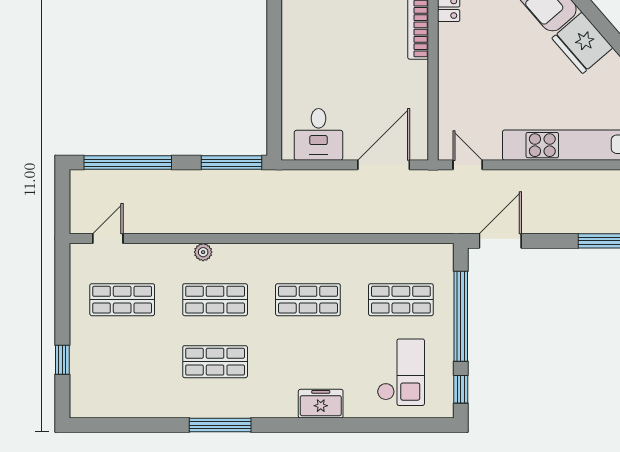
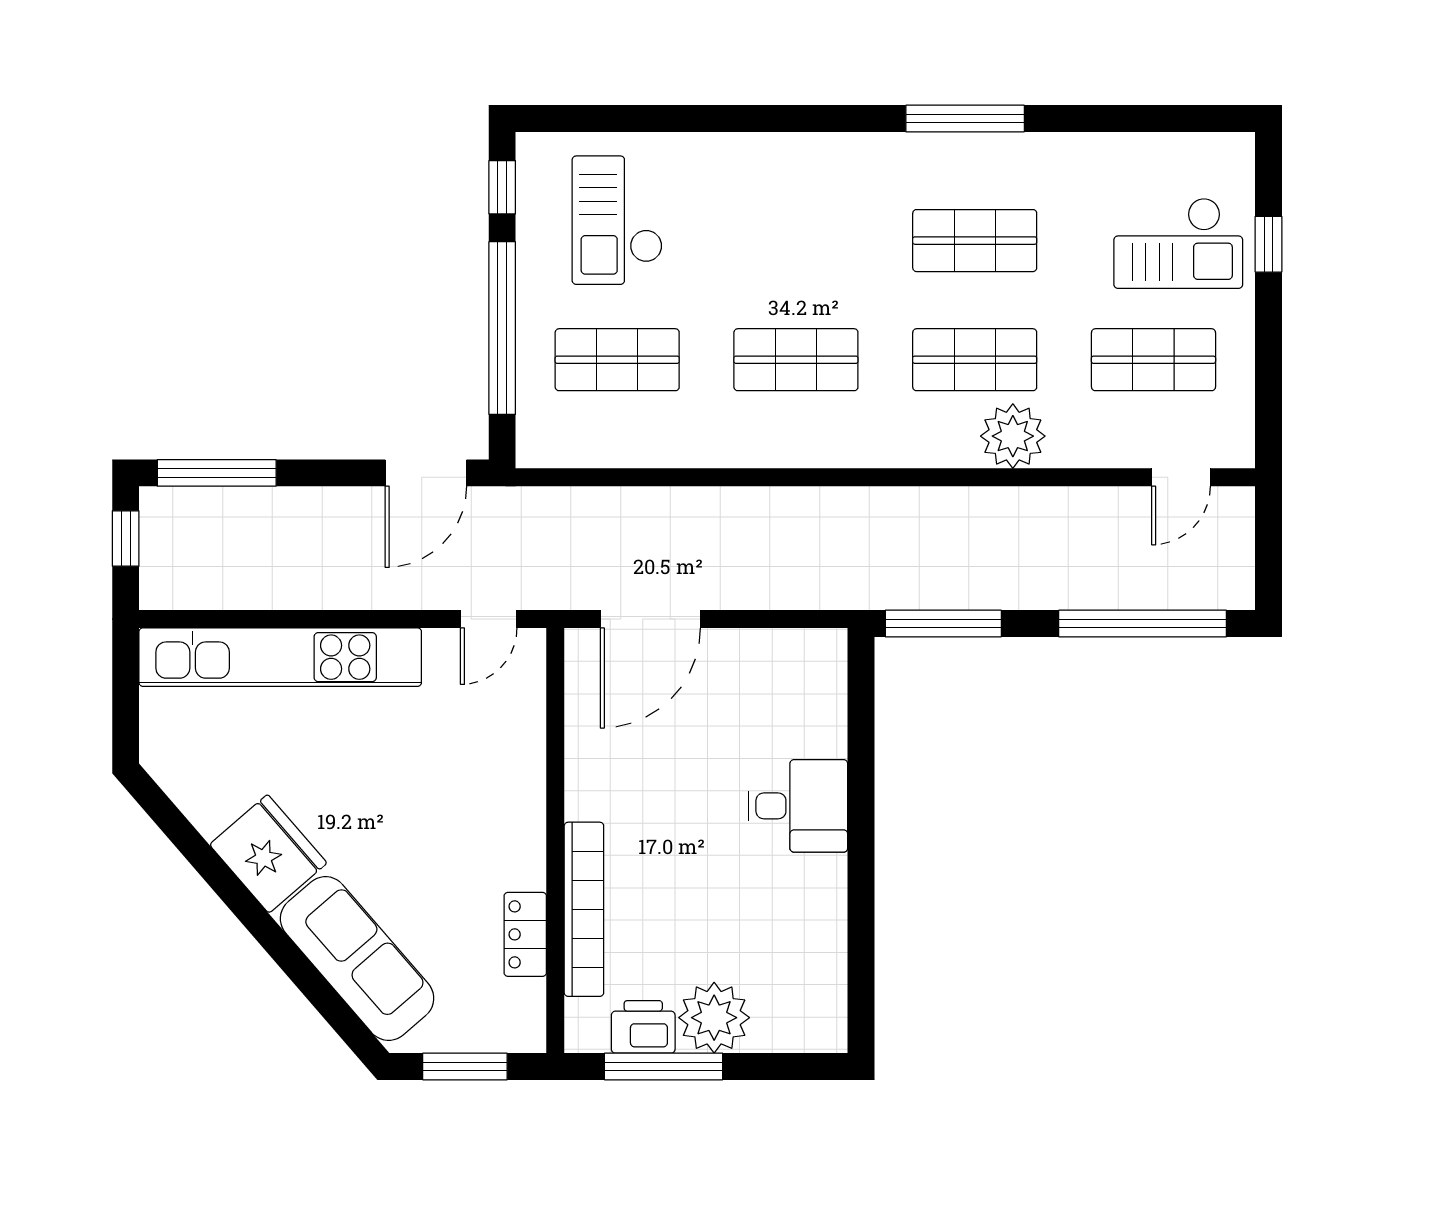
desk: (318, 134) -> (798, 806), moved, turned 90
door: (468, 165) -> (489, 619), hinge flipped
plant: (203, 252) -> (1013, 436), width x1.88, depth x1.88
checkout: (109, 360) -> (1178, 243), added
freezer: (321, 404) -> (771, 160), removed

